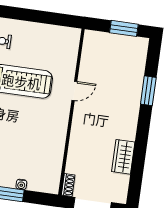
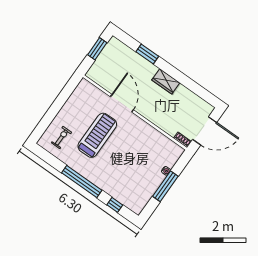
door: (74, 91) -> (122, 103), width x1.88
wardrobe: (123, 157) -> (166, 81), moved

